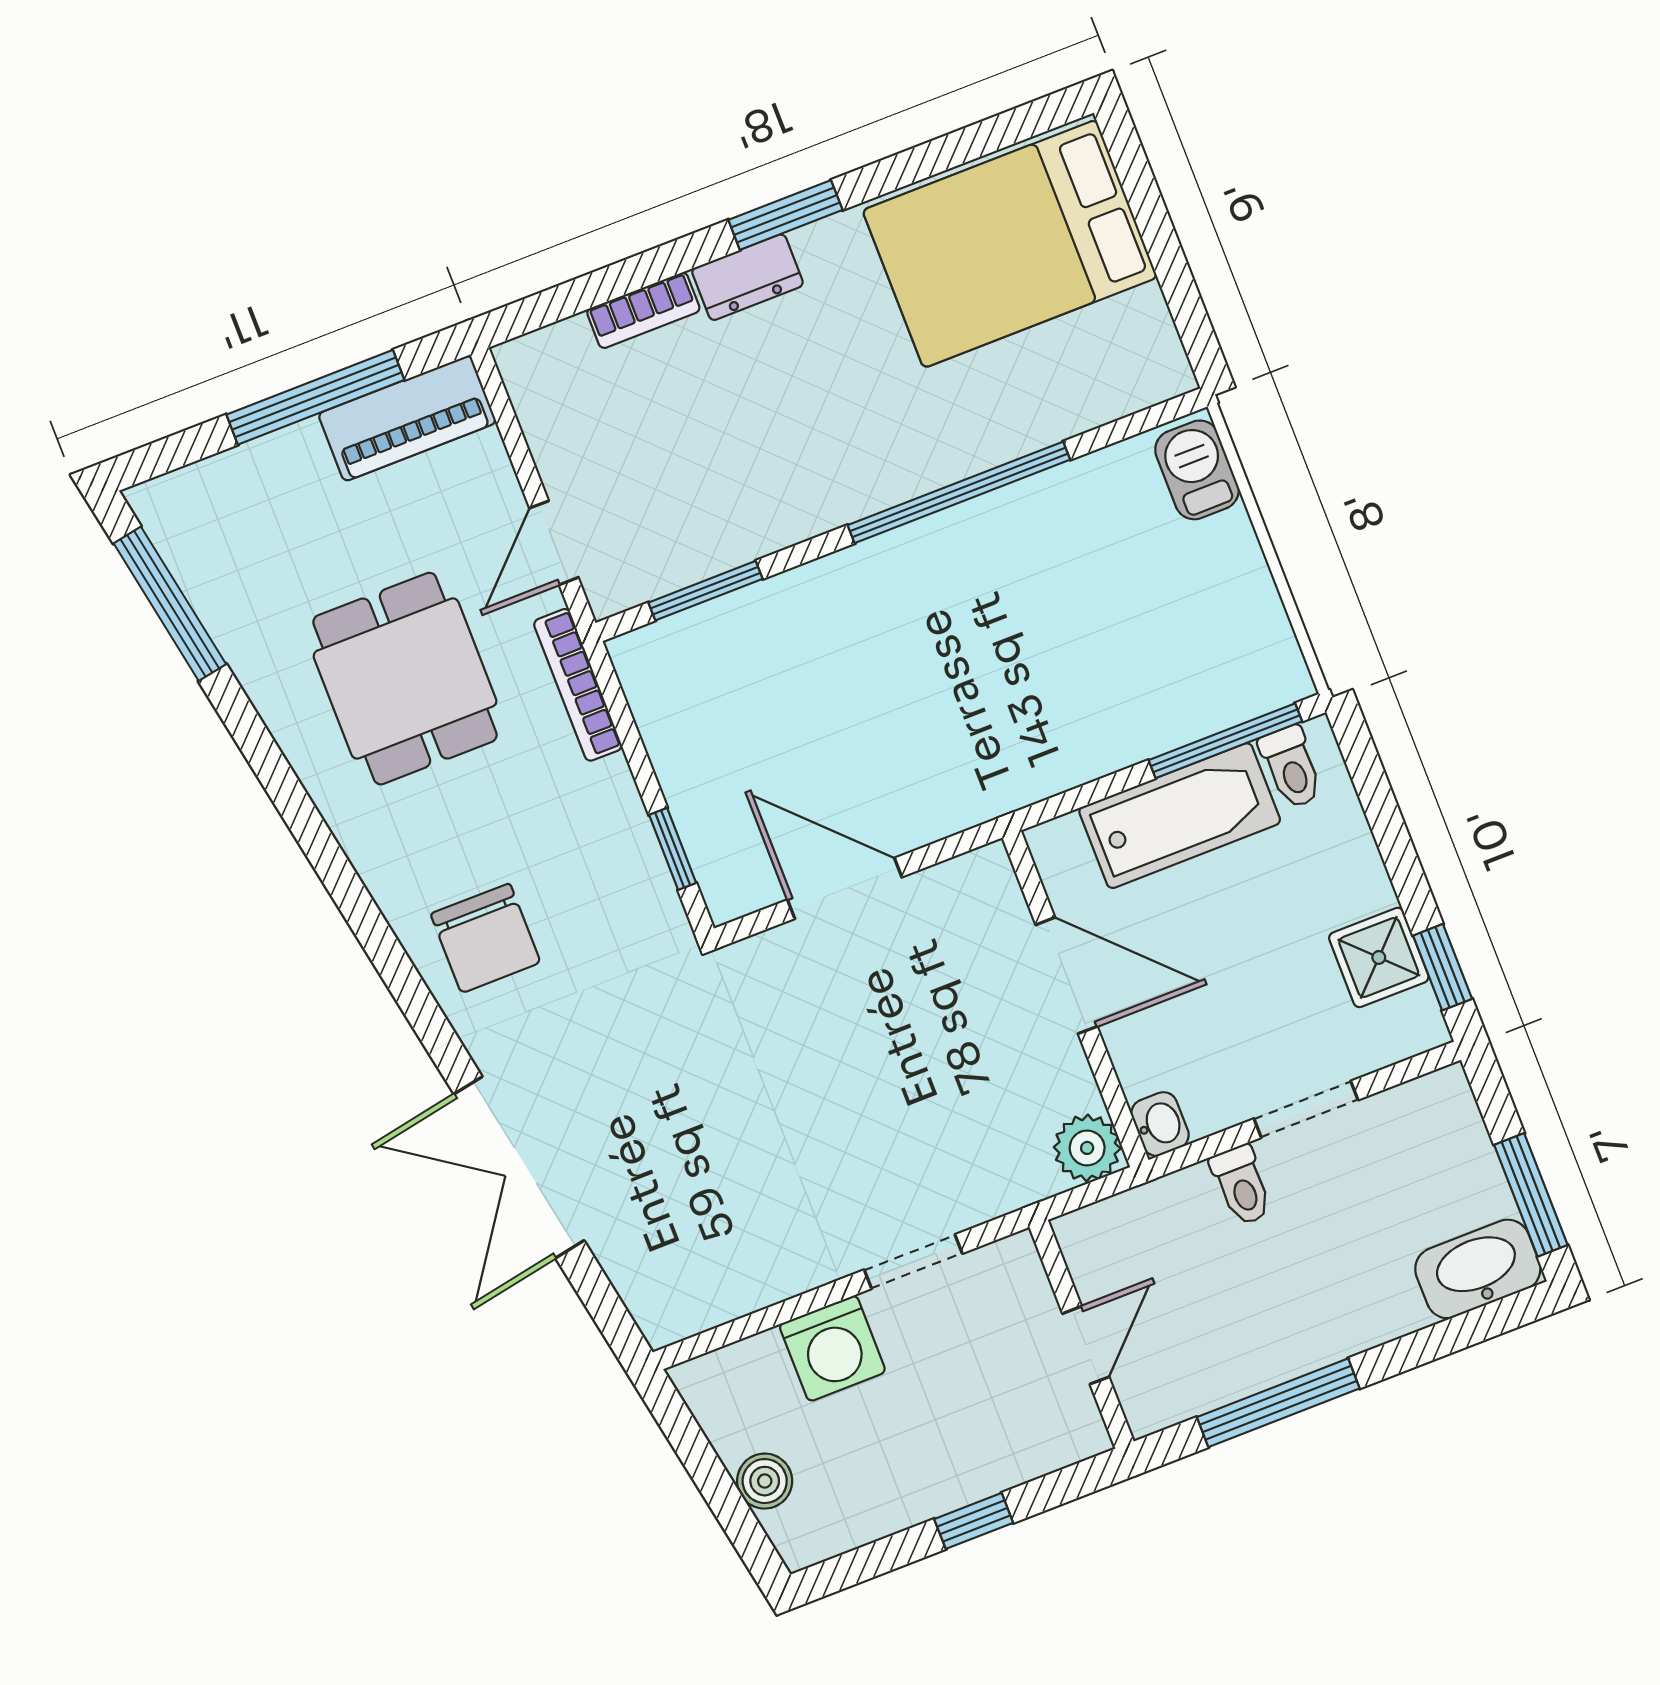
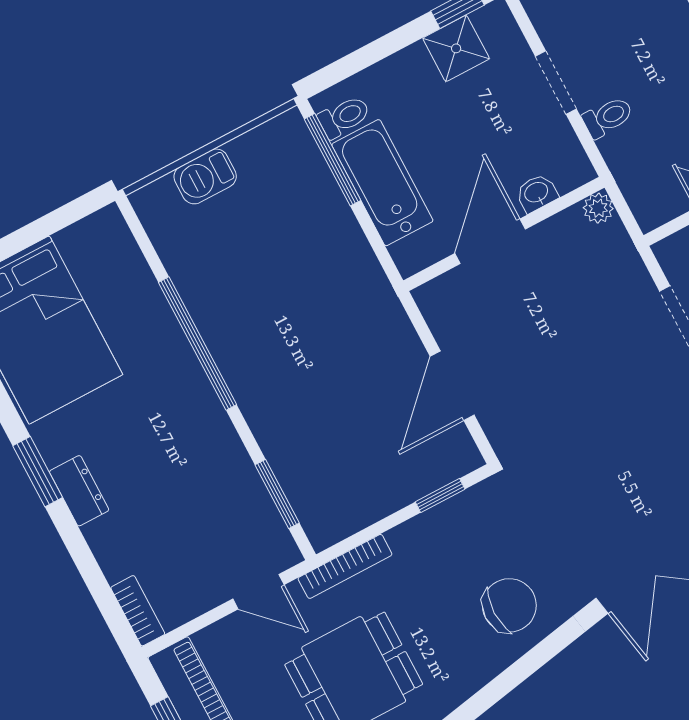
bookcase: (643, 310) -> (138, 611), moved
barbecue: (1197, 470) -> (205, 176), moved
washbasin: (1160, 1124) -> (537, 193), moved
plant: (1087, 1148) -> (598, 208), width x0.73, depth x0.73

